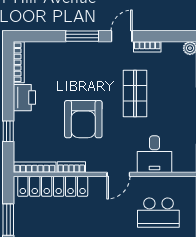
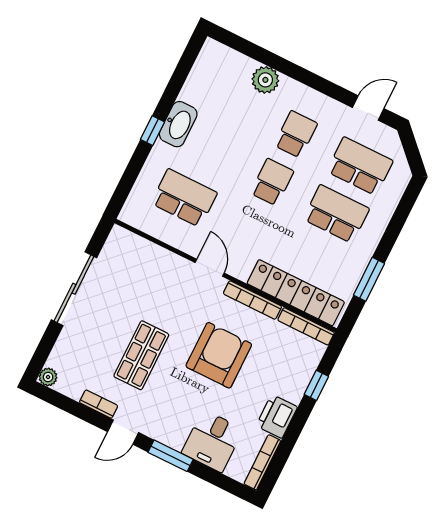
desk: (155, 154) -> (212, 441), moved, turned 180
bookcase: (71, 167) -> (252, 300), width x1.56
door: (118, 174) -> (210, 268), hinge flipped

